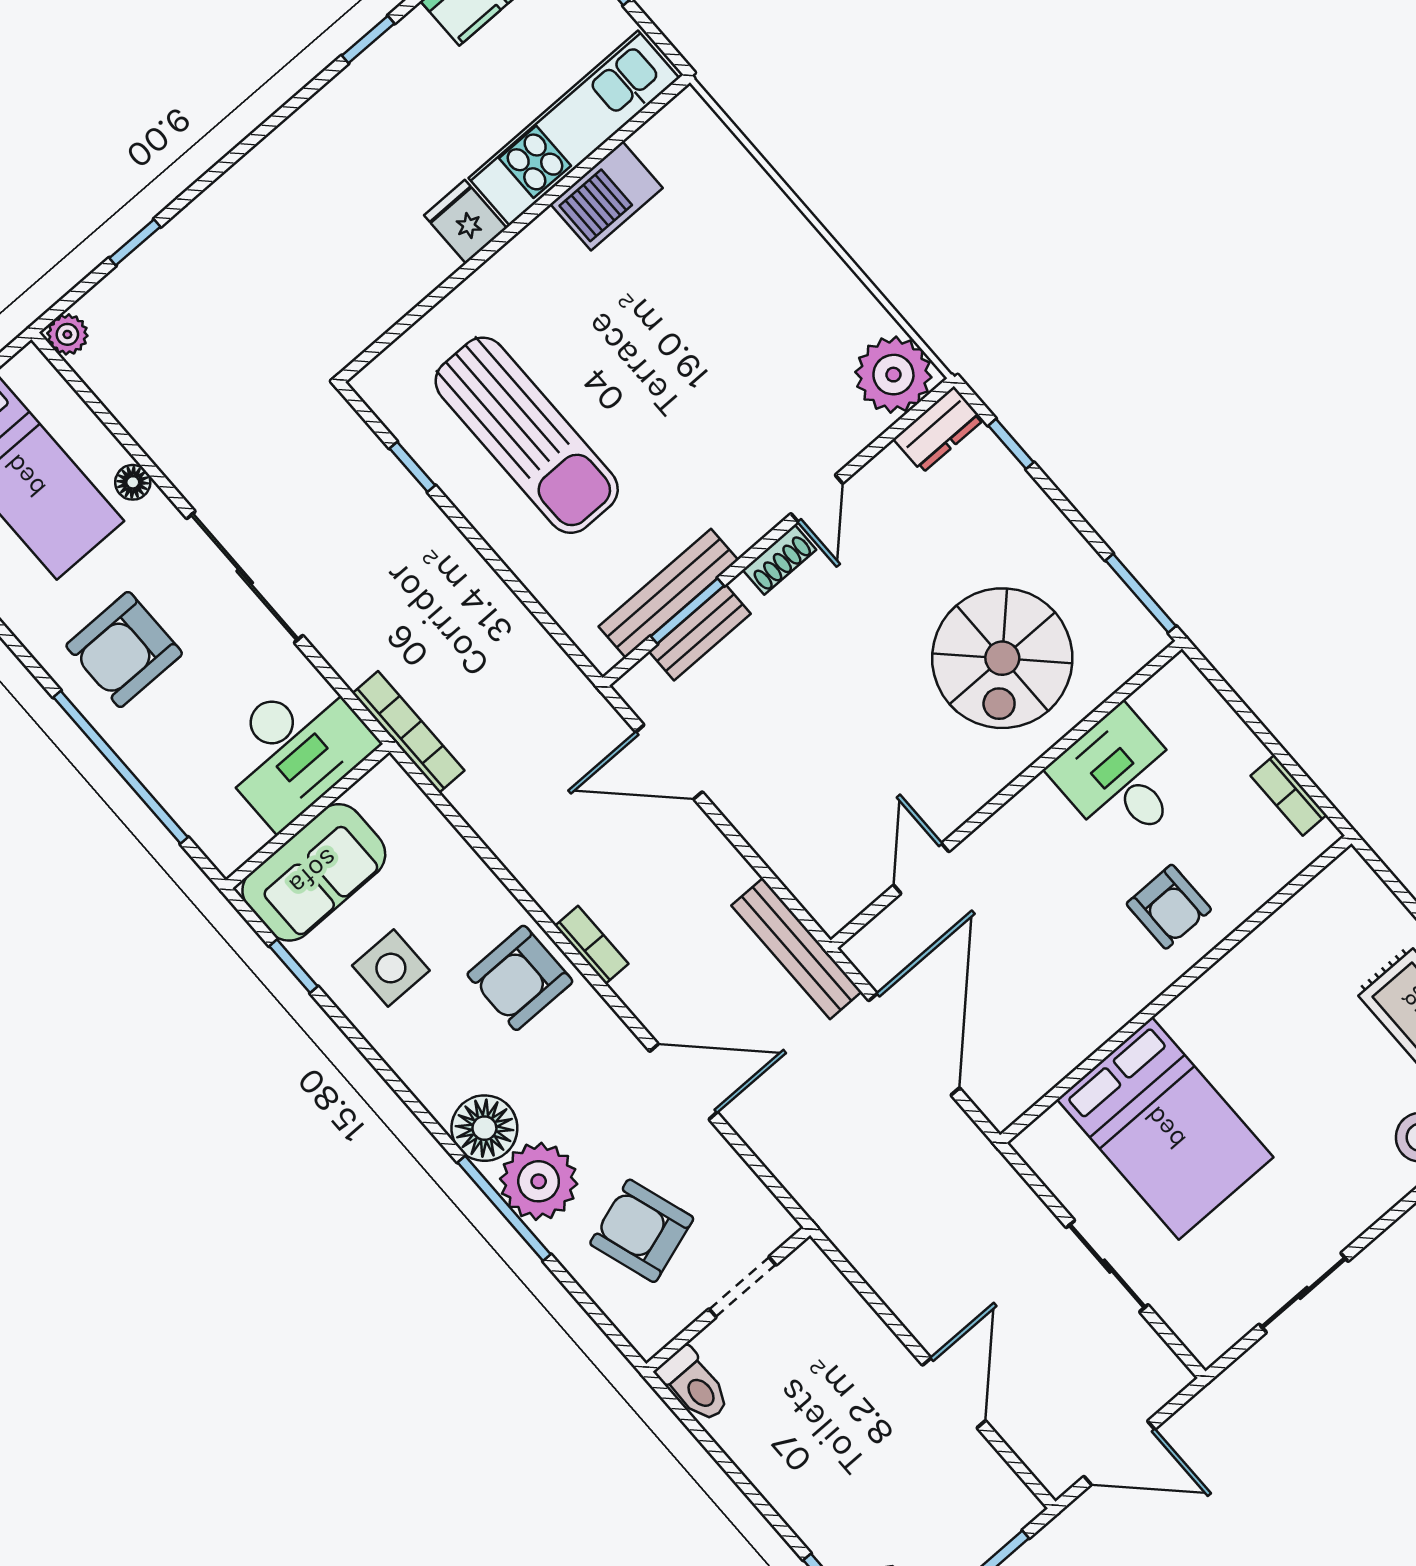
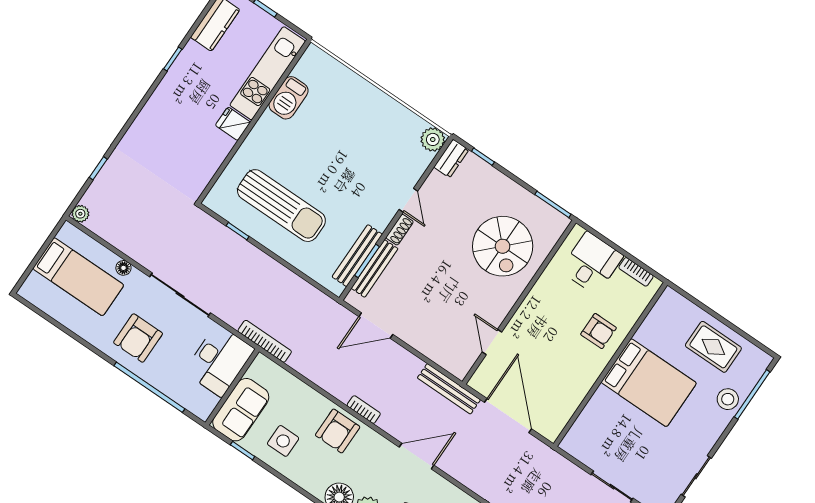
plant: (893, 375) -> (433, 139), width x0.73, depth x0.73
bench: (700, 632) -> (375, 268), width x1.36
desk: (1121, 778) -> (592, 263), moved, turned 90
bed: (1165, 1128) -> (649, 383), moved

